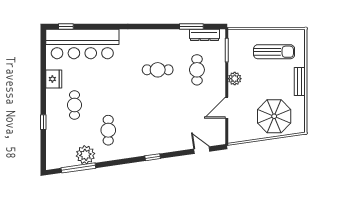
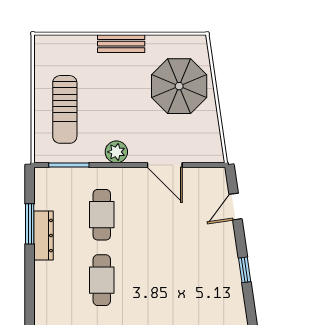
dresser: (204, 35) -> (43, 236), moved
sun lounger: (274, 52) -> (65, 109), moved, turned 180
cafe table: (197, 70) -> (102, 215), turned 90
window: (153, 157) -> (245, 270), moved

